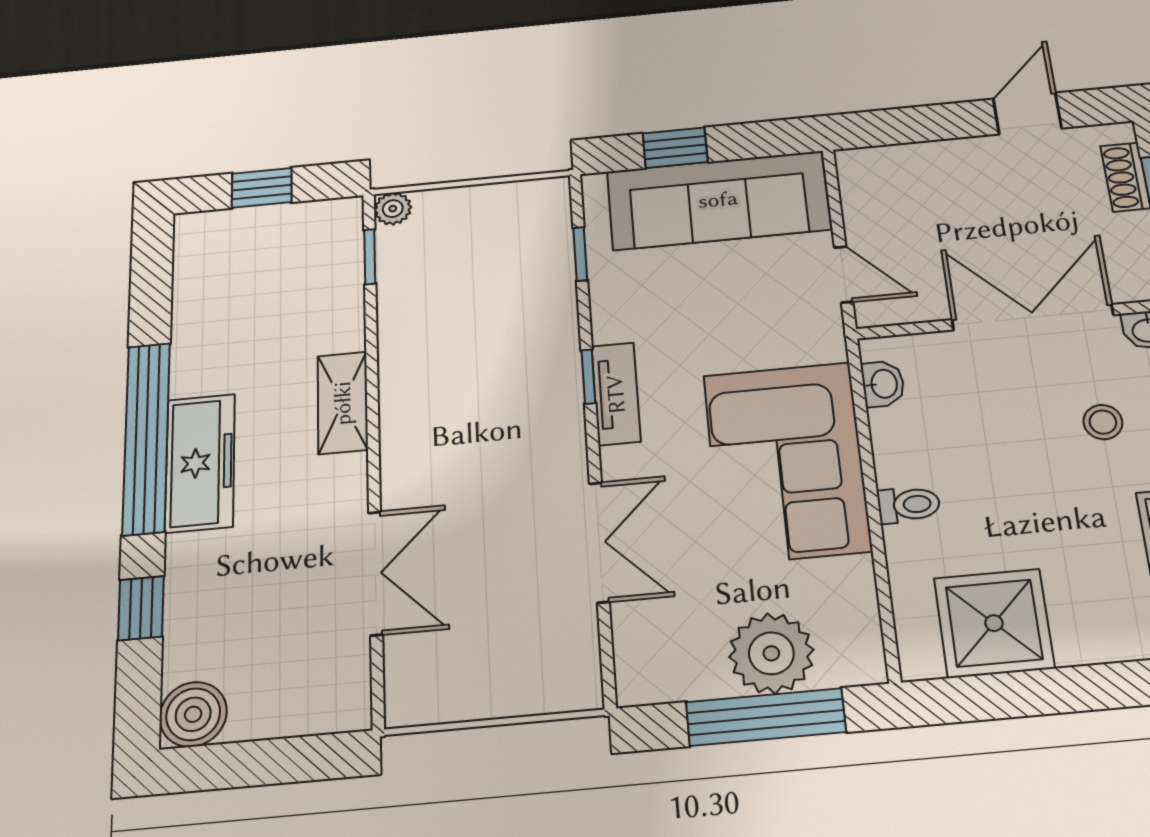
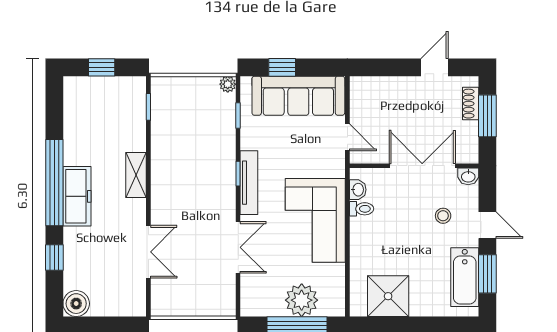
plant: (393, 209) -> (228, 84), moved
tv unit: (616, 394) -> (249, 183), width x1.41
toilet: (909, 505) -> (362, 209), moved

